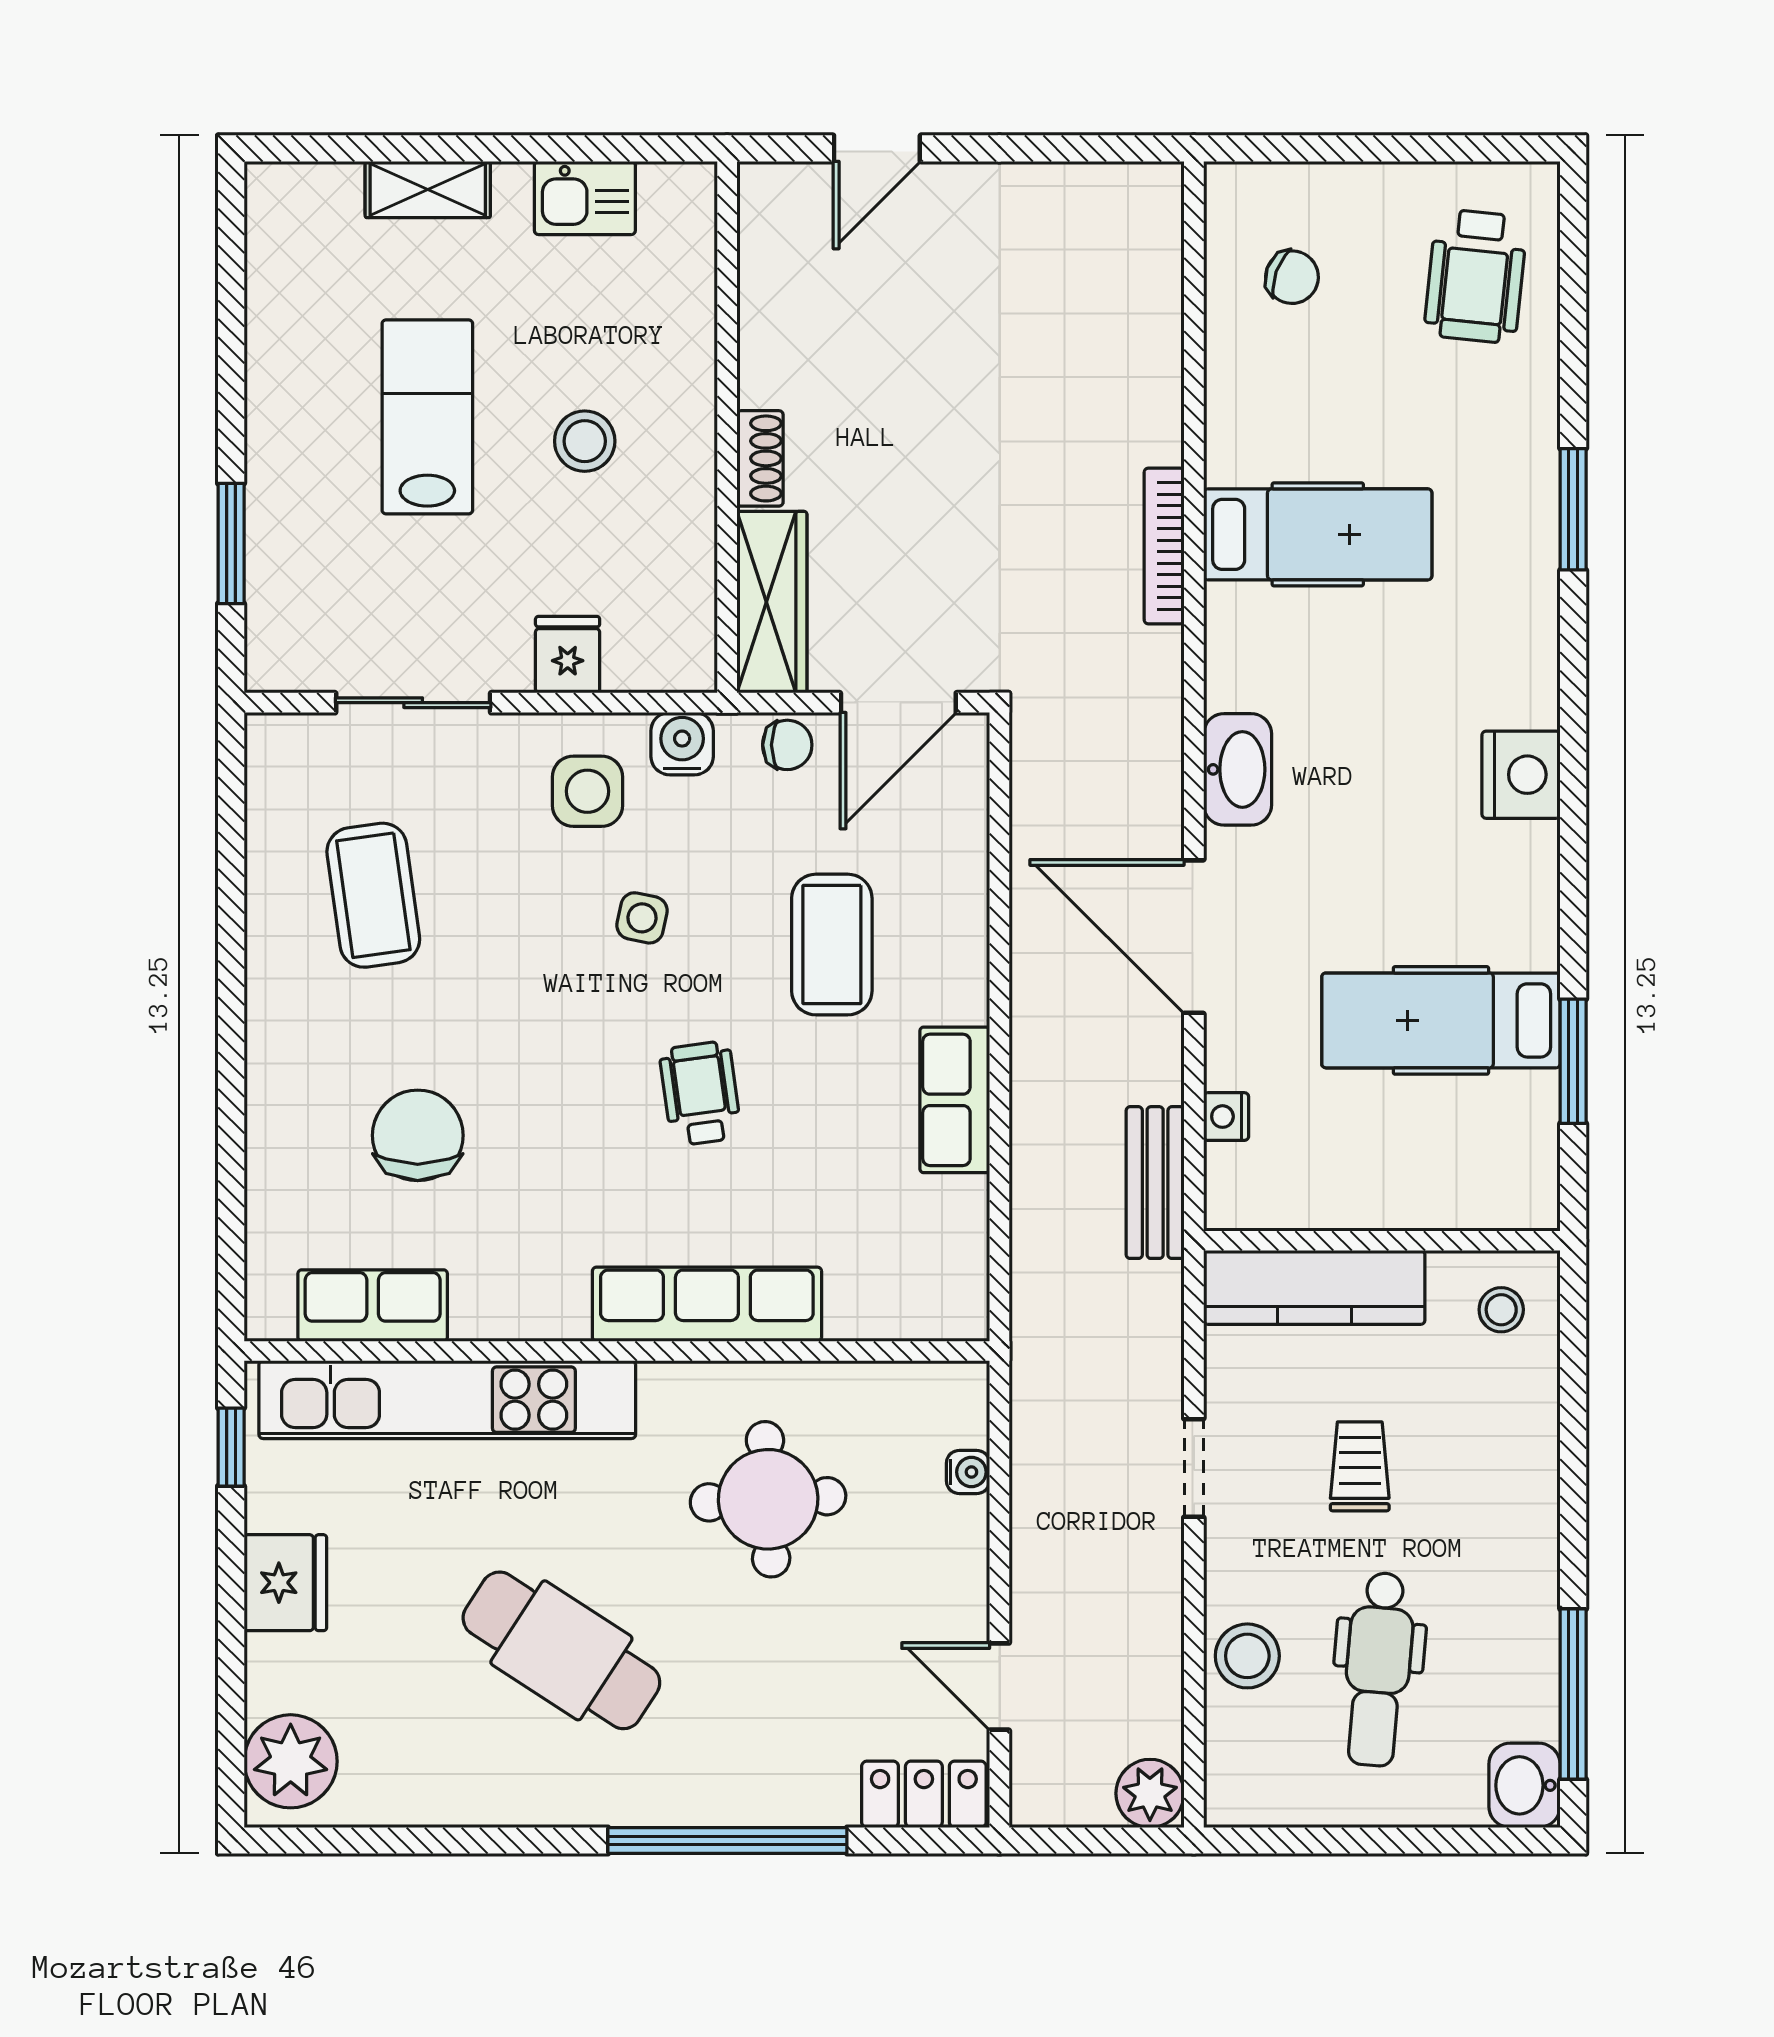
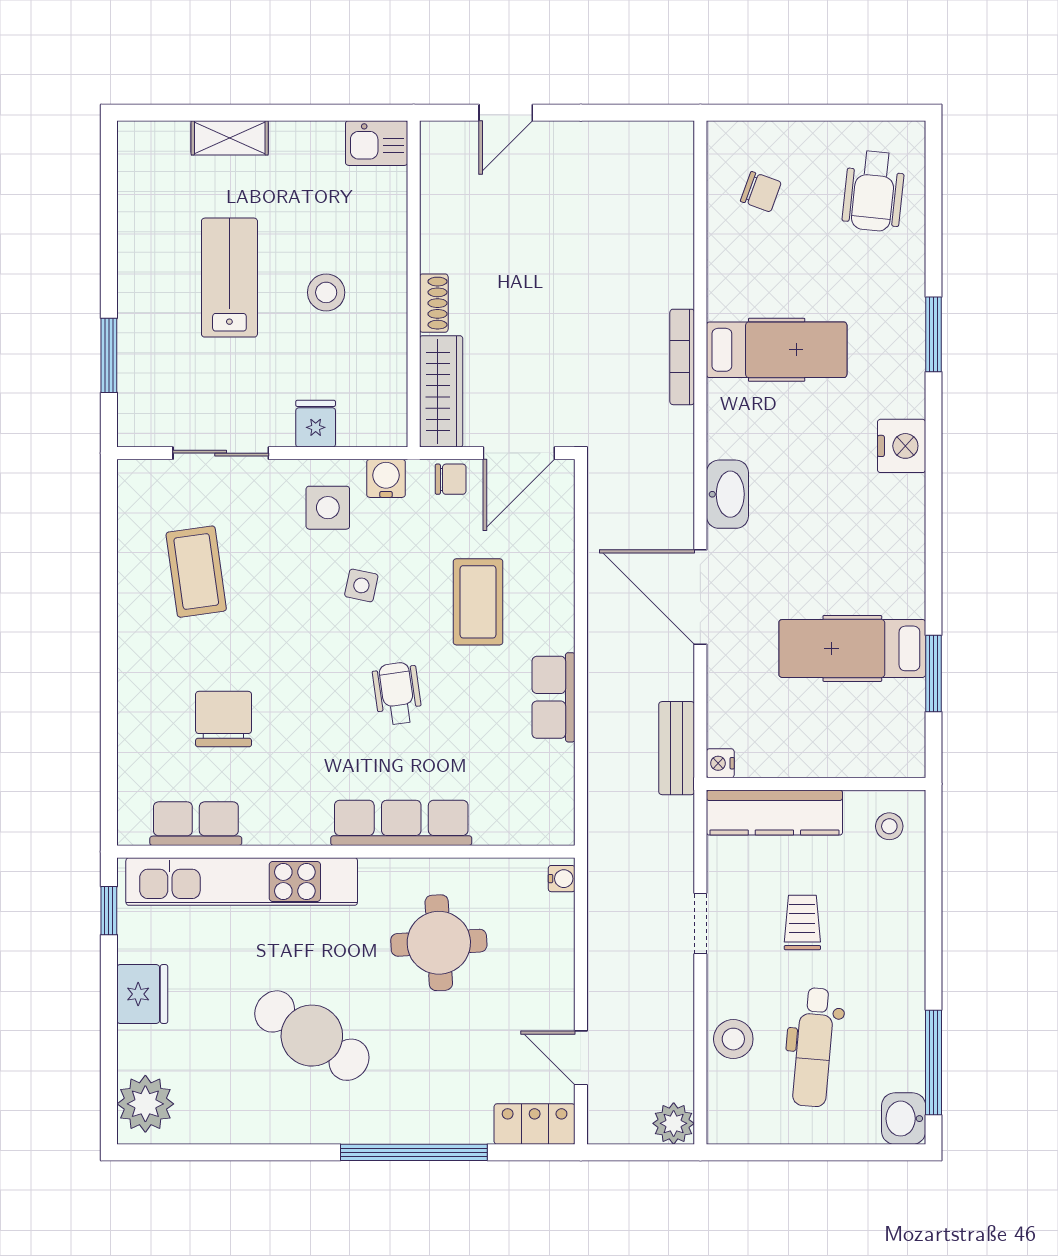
kitchen sink: (585, 198) -> (377, 143), moved
nightstand: (1521, 775) -> (902, 446), moved
nightstand: (1226, 1117) -> (720, 763), moved
water cooler: (968, 1472) -> (562, 879), moved

